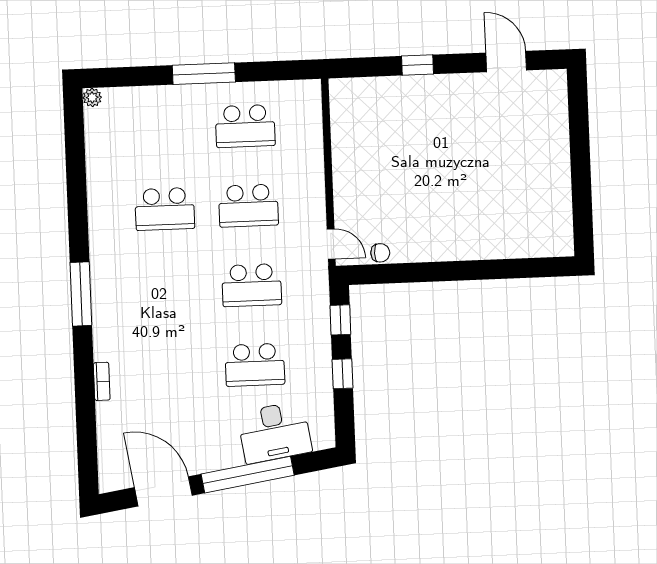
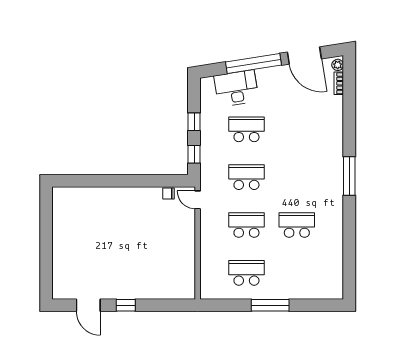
window: (417, 65) -> (126, 305), moved
plant: (92, 97) -> (338, 65), moved
bookcase: (102, 381) -> (339, 83), moved

